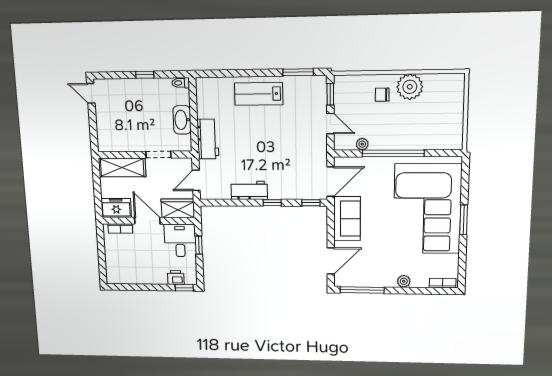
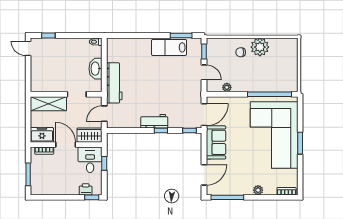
window: (145, 75) -> (48, 36), moved
lab bench: (259, 94) -> (169, 47), moved
workbench: (208, 139) -> (114, 83), width x1.38
window: (393, 153) -> (270, 94), moved
workbench: (249, 190) -> (154, 121), moved
window: (102, 258) -> (28, 174), added

